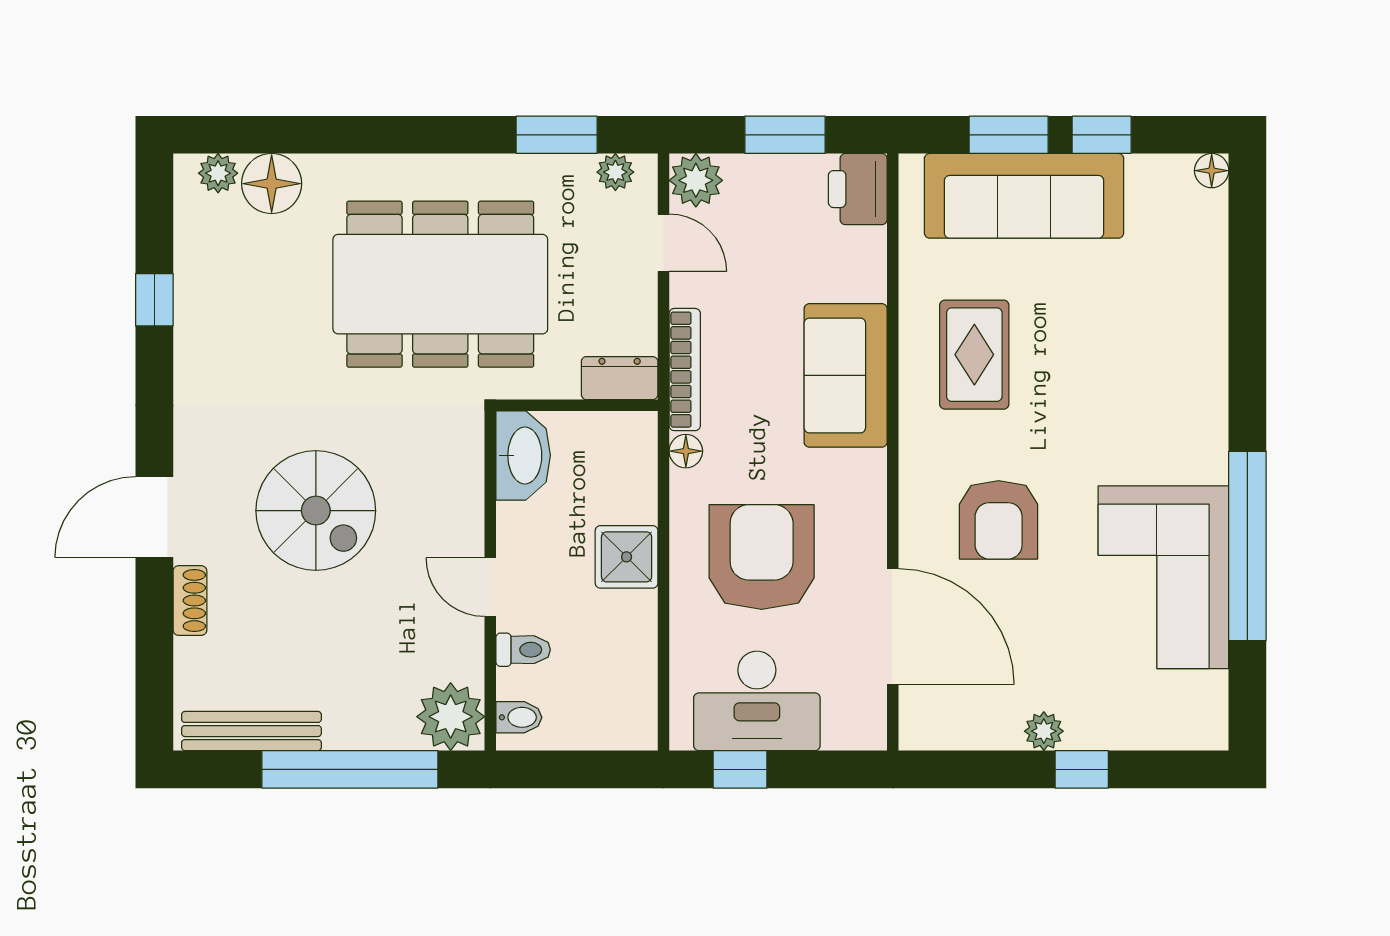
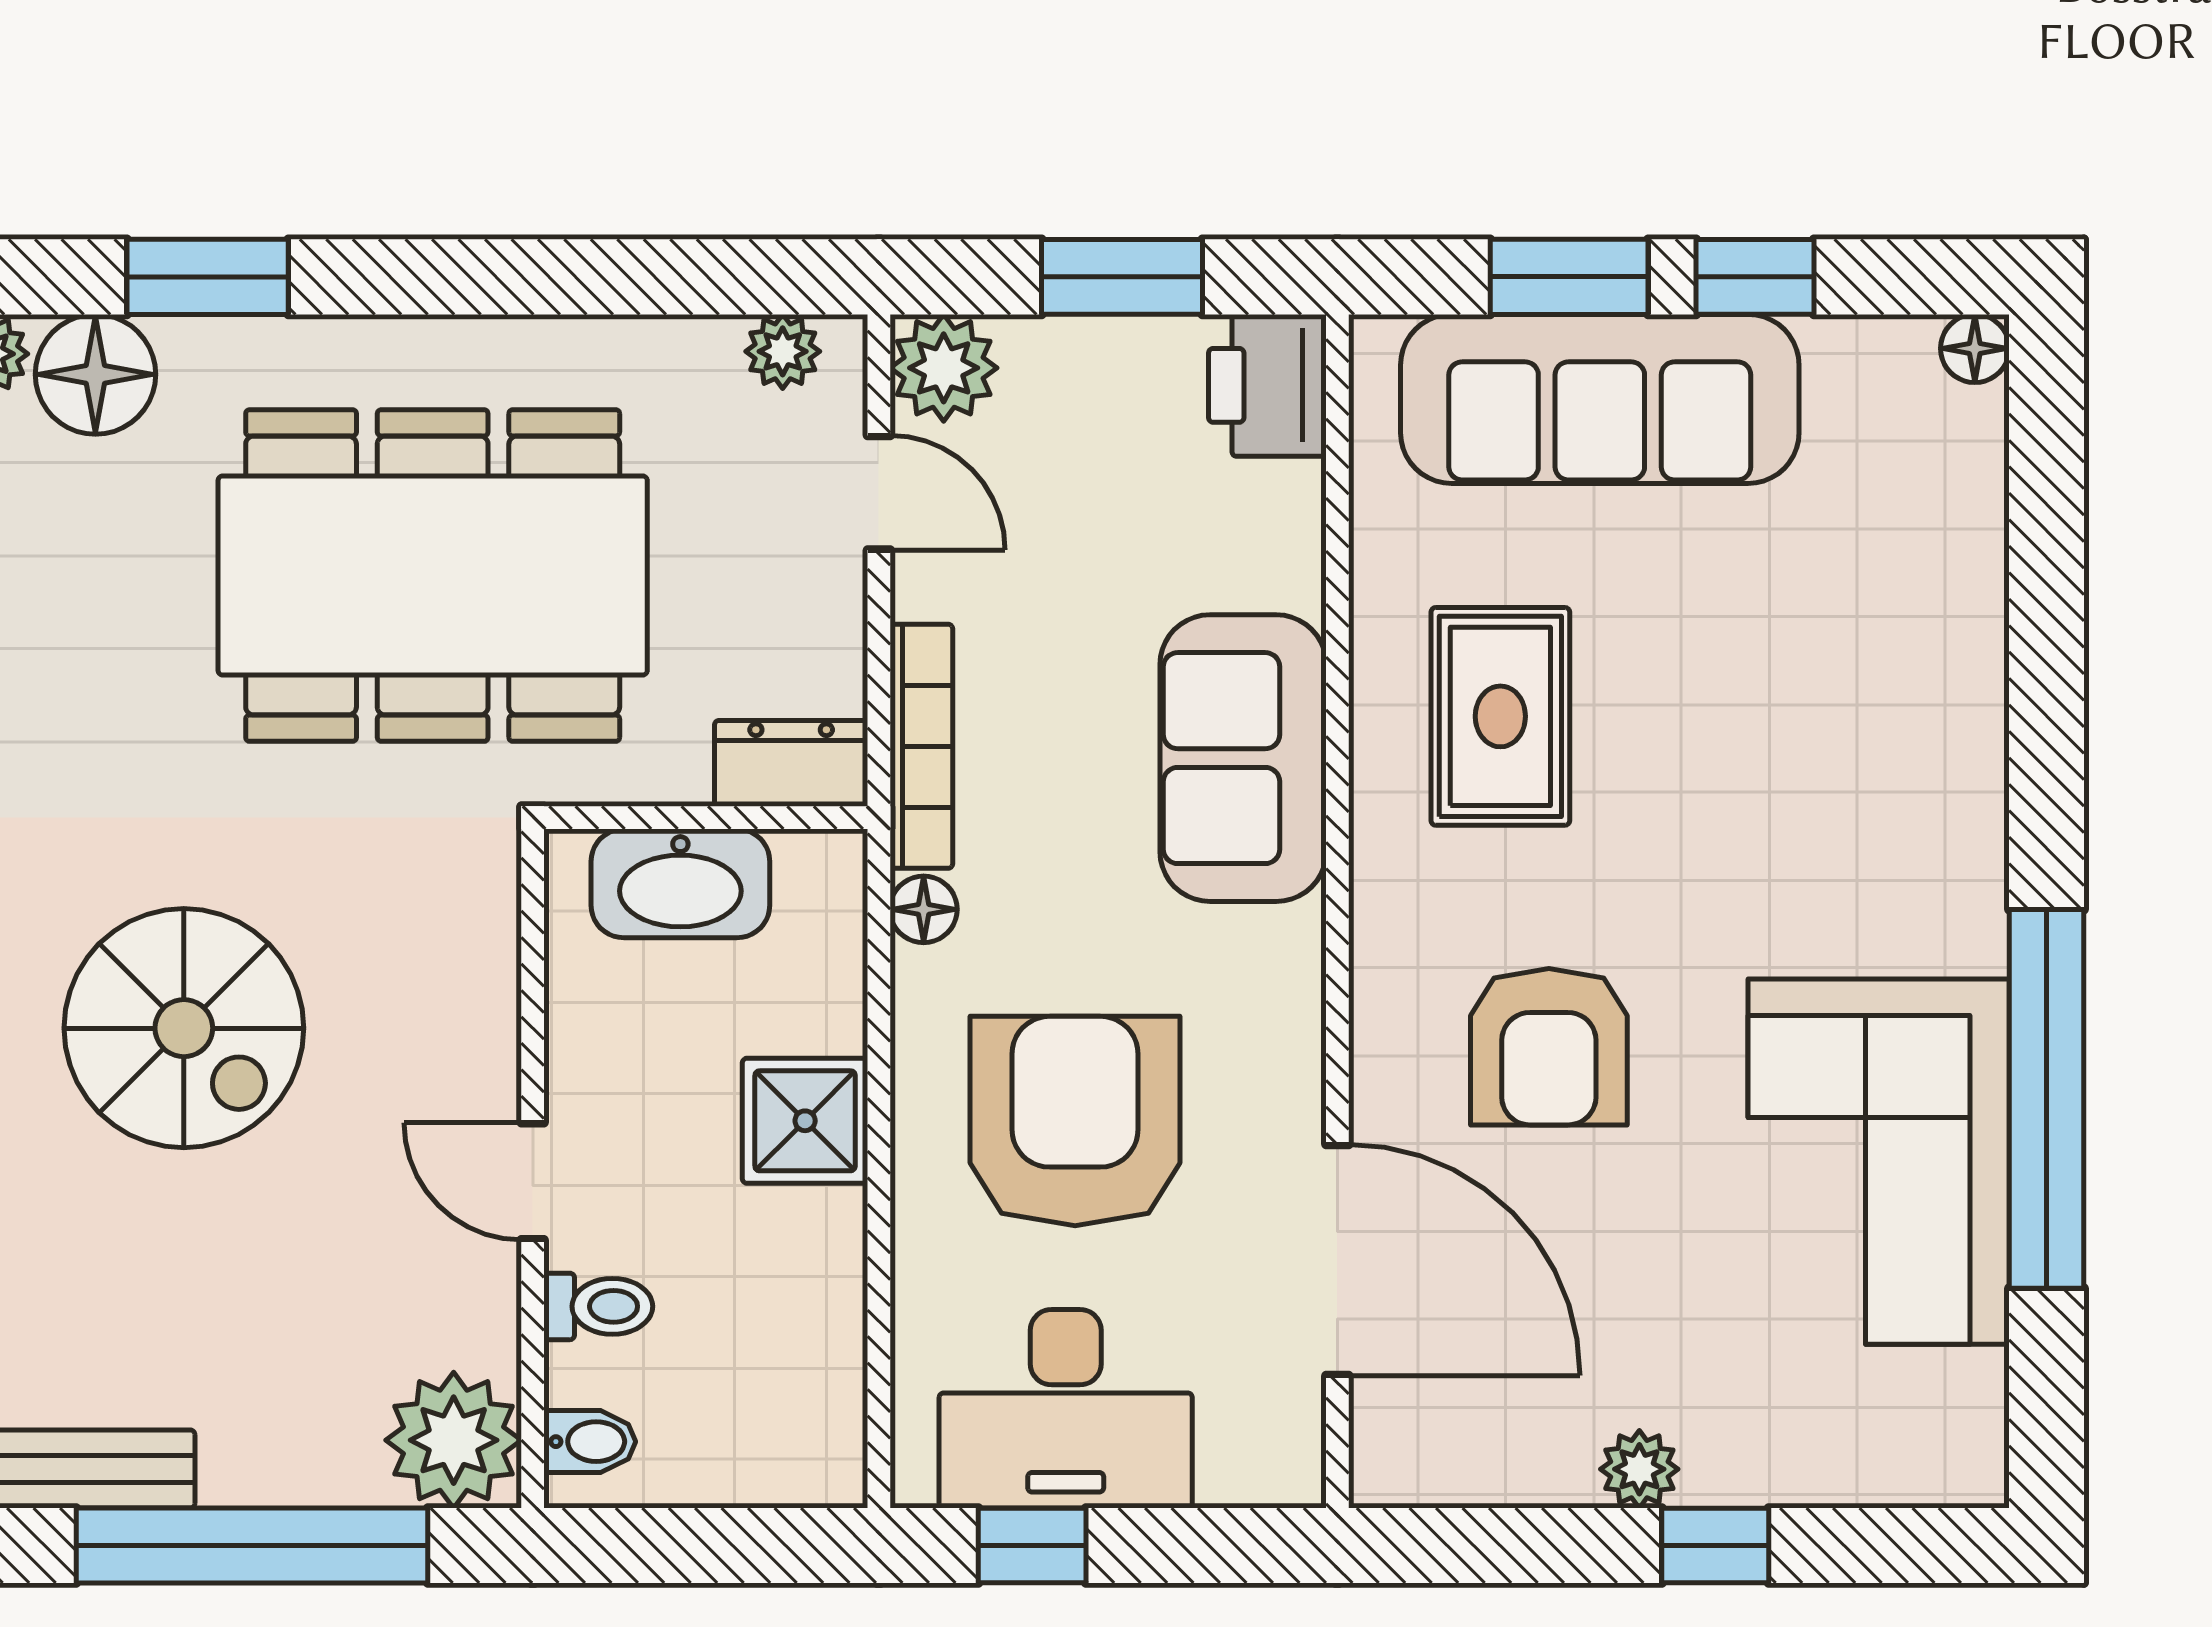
window: (557, 135) -> (208, 277), moved
washbasin: (523, 455) -> (680, 883), moved, turned 90

